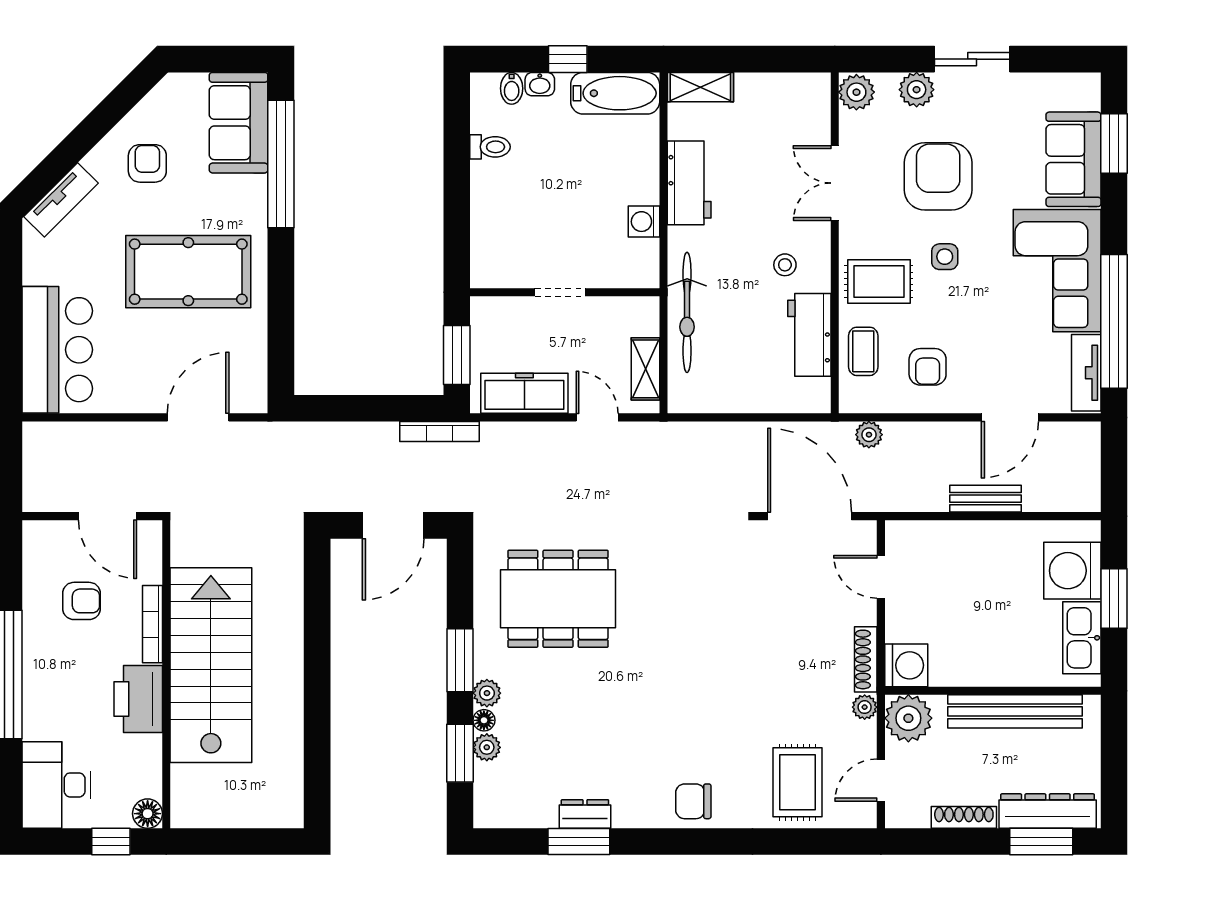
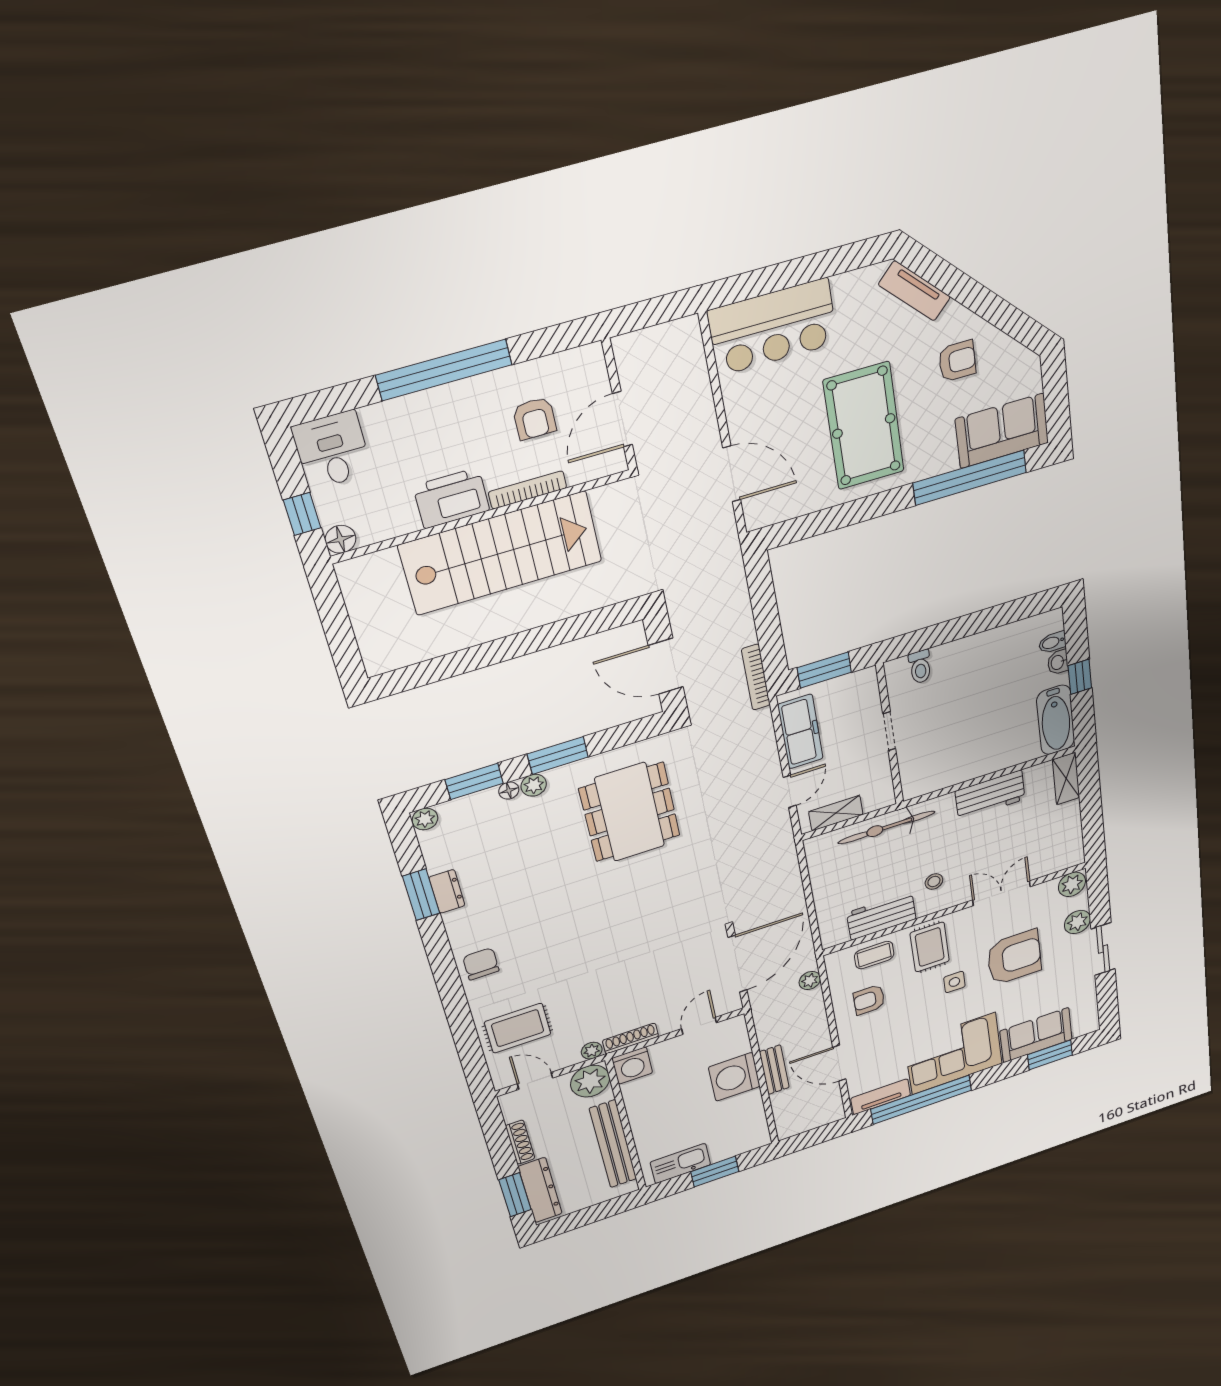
toilet: (490, 147) -> (920, 667), moved
washing machine: (644, 222) -> (955, 774), removed
washing machine: (1072, 571) -> (734, 1077), moved, turned -90
plant: (487, 747) -> (425, 819), moved
desk: (56, 785) -> (332, 450), width x0.73

